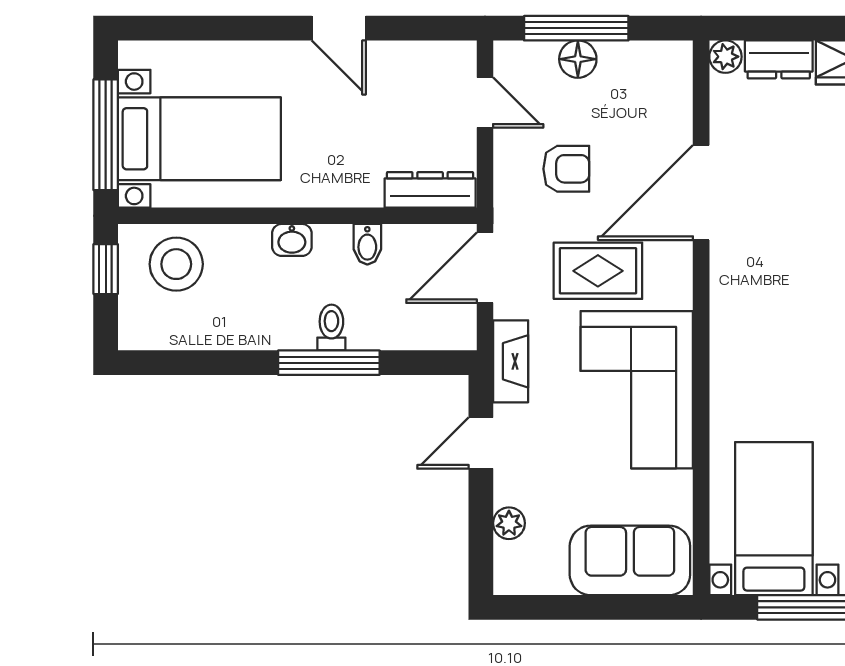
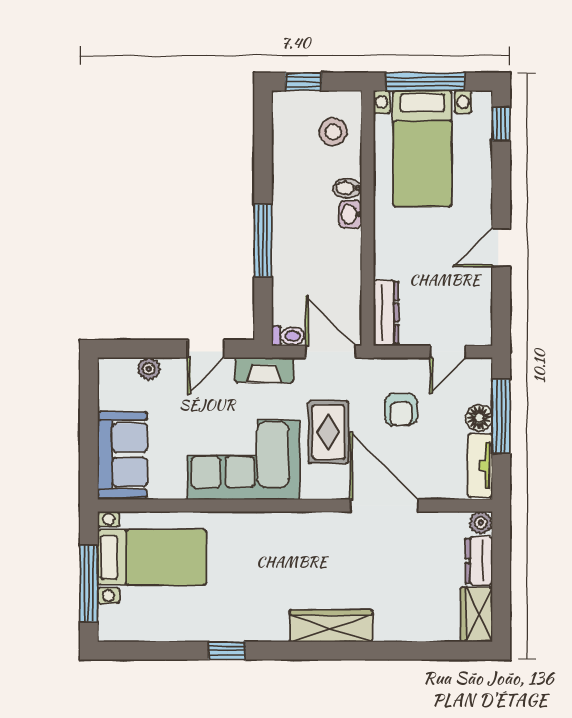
window: (165, 28) -> (501, 124), added
tv unit: (645, 58) -> (480, 465), added
bidet: (367, 244) -> (347, 188), moved
stool: (176, 264) -> (333, 132), width x0.73, depth x0.73
window: (106, 269) -> (303, 82), moved
toilet: (331, 327) -> (288, 336), moved
door: (481, 443) -> (206, 349), swing flipped

